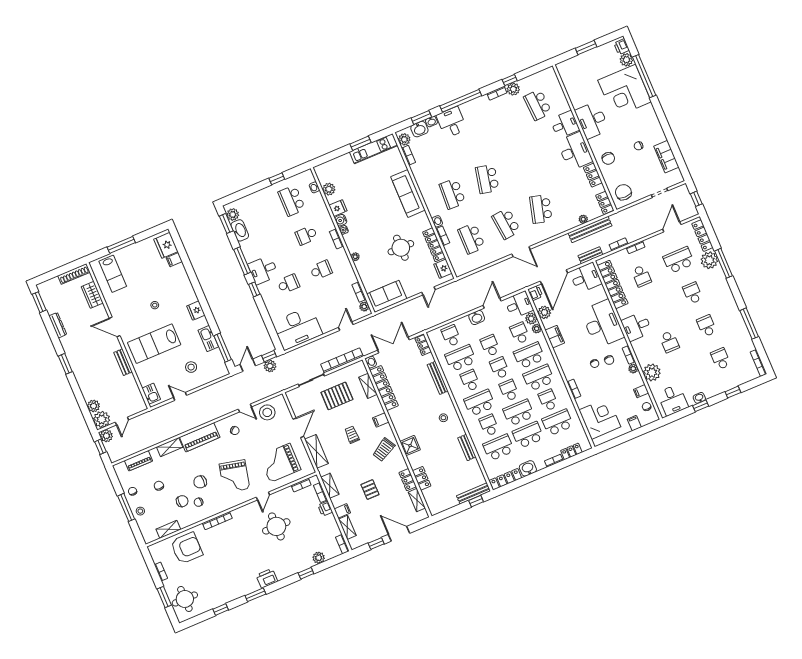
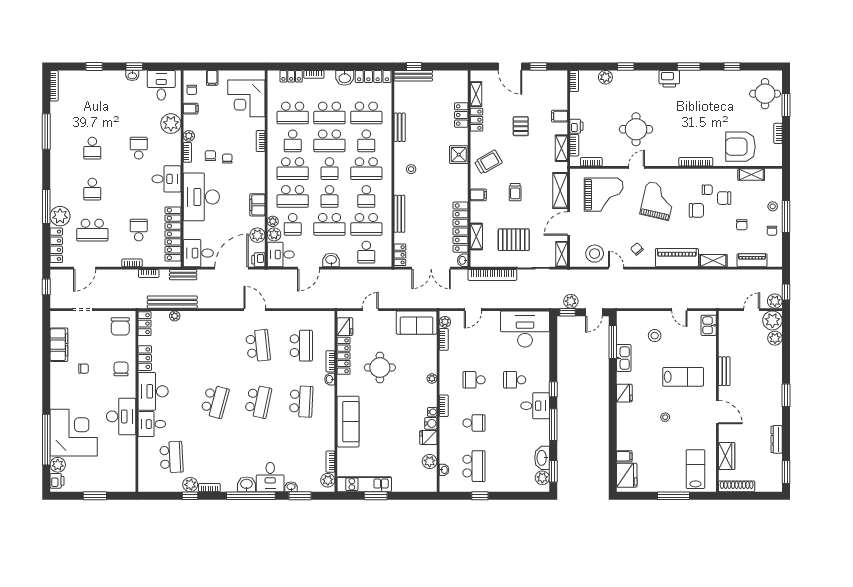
washbasin: (419, 129) -> (247, 484), moved
school desk: (541, 209) -> (215, 401), moved
lab bench: (154, 344) -> (683, 377), width x0.73, depth x0.72
school desk: (490, 346) -> (329, 224), width x1.85
school desk: (721, 359) -> (92, 107), removed
shelving: (347, 527) -> (562, 254), moved

